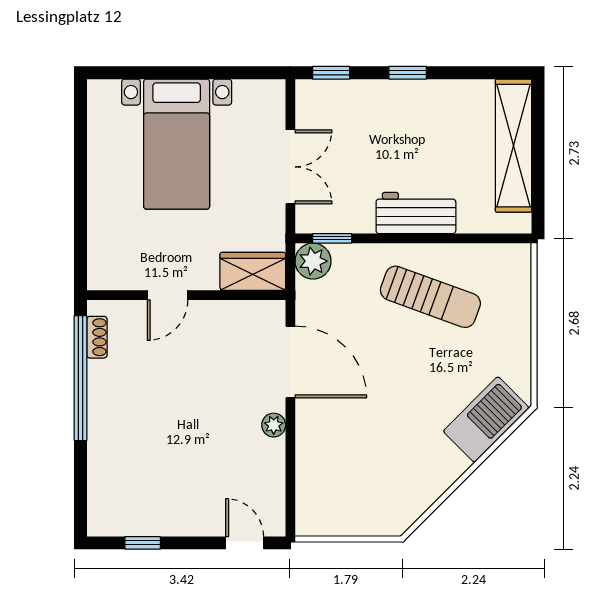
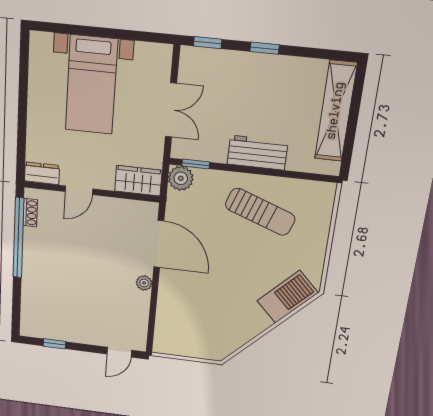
dresser: (112, 276) -> (42, 173), added
door: (245, 543) -> (119, 352), swing flipped

